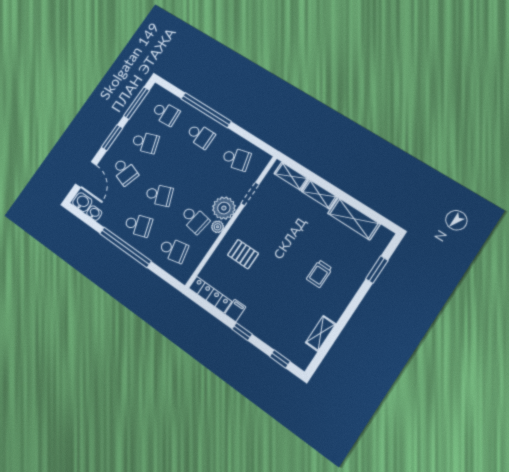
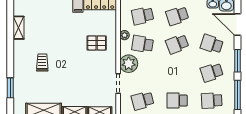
plant: (218, 227) -> (125, 35), moved

